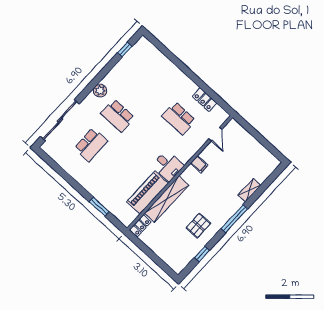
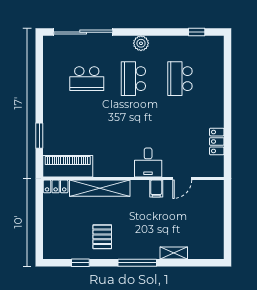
school desk: (179, 118) -> (180, 79), moved
door: (215, 134) -> (182, 179), moved
desk: (168, 166) -> (148, 162), moved
piano: (148, 193) -> (68, 166), moved
pallet: (198, 225) -> (102, 237), turned 90

